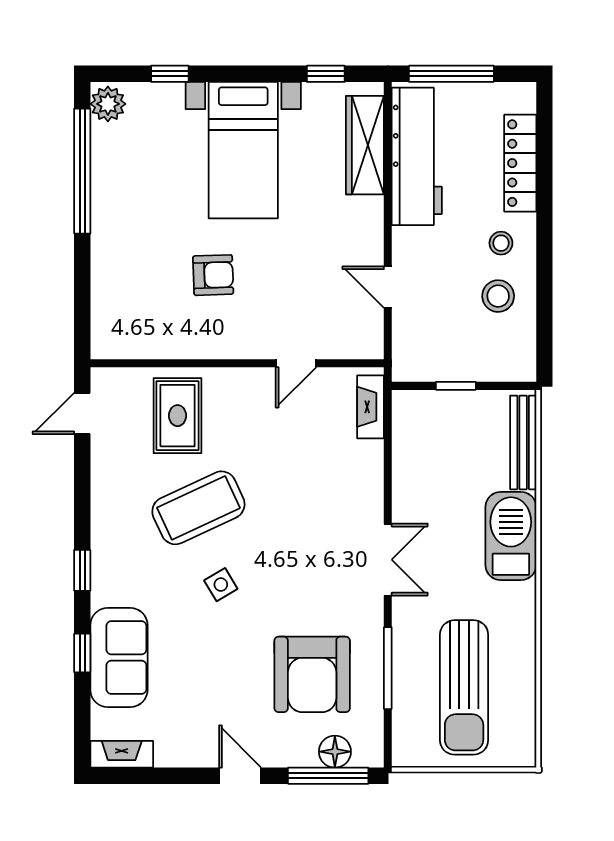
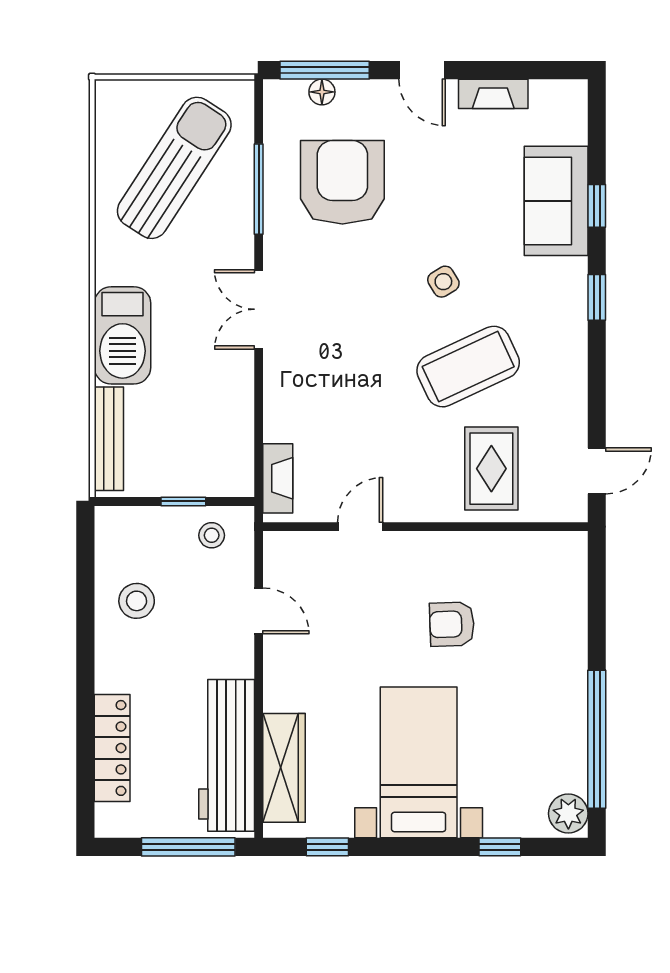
stool: (501, 243) -> (212, 535), moved
sun lounger: (464, 687) -> (174, 168), turned 33
floor lamp: (335, 752) -> (322, 92), width x0.73, depth x0.73
fireplace: (122, 754) -> (493, 94), moved

